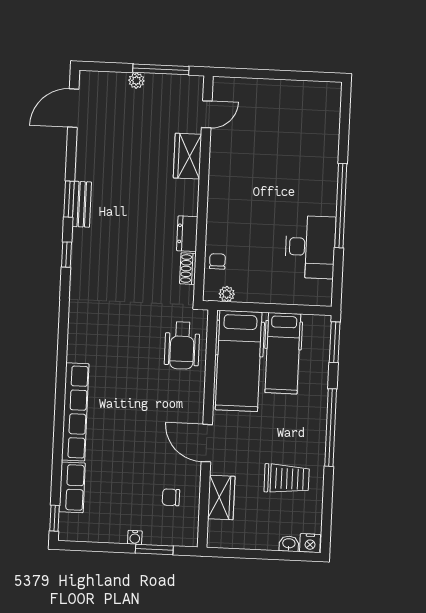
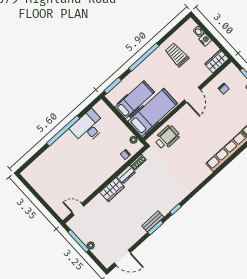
wardrobe: (188, 156) -> (112, 190), moved
wardrobe: (221, 497) -> (217, 61), moved
nightstand: (310, 543) -> (205, 40), moved

